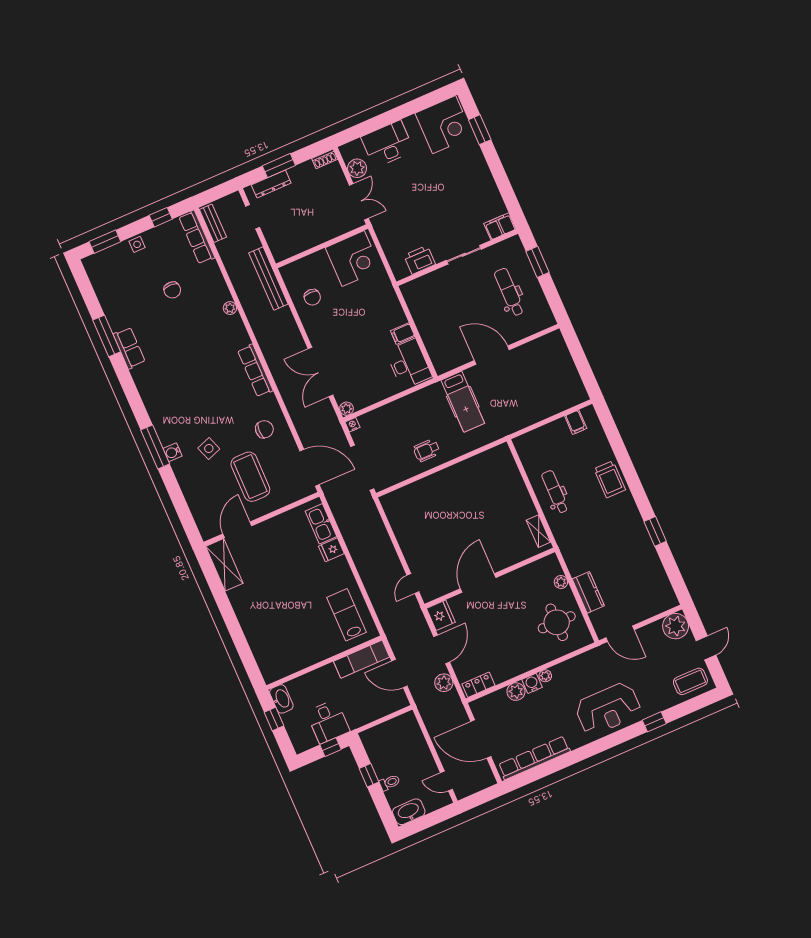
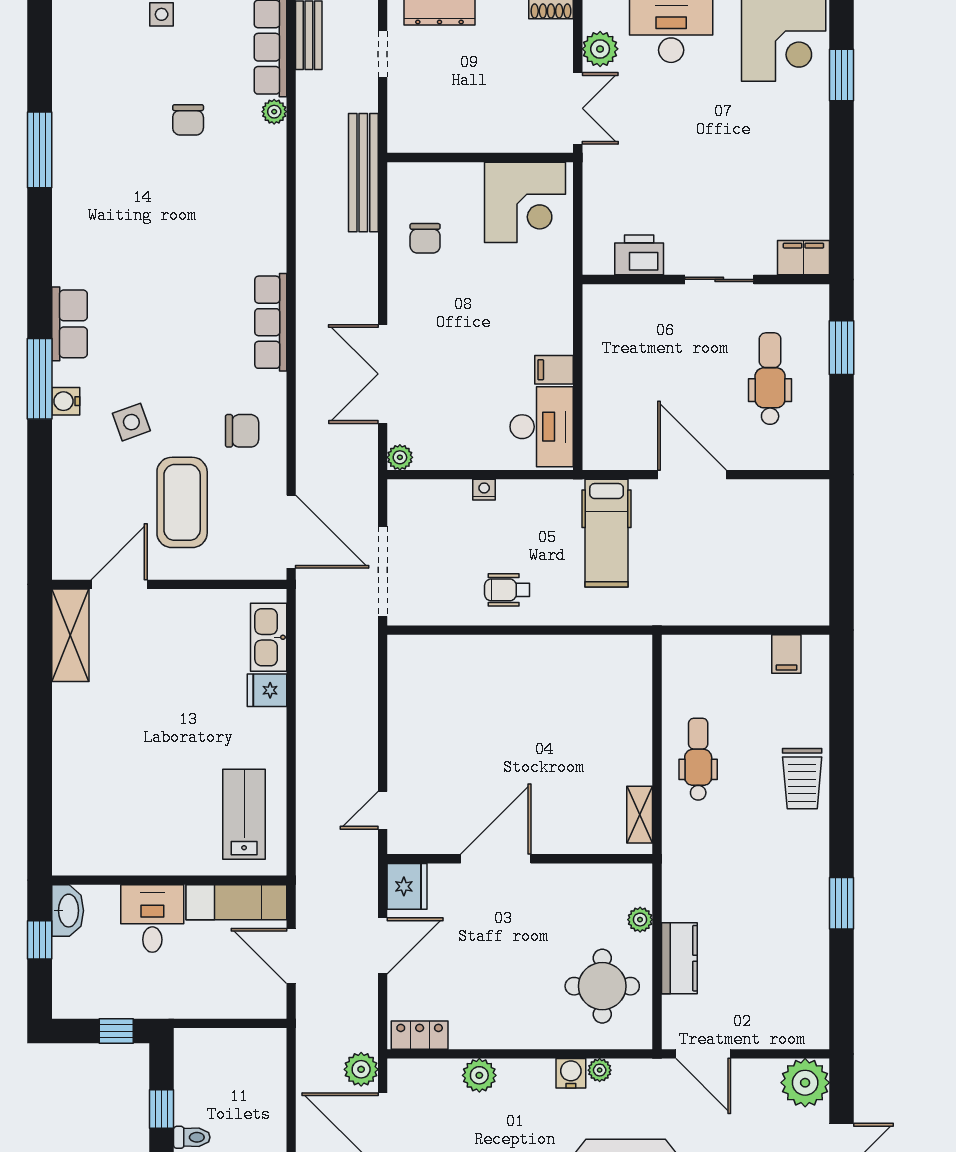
plant: (230, 308) -> (274, 112), moved
row of seats: (129, 348) -> (69, 324), moved
nightstand: (353, 425) -> (484, 490), moved
plant: (545, 676) -> (600, 1070), moved
plant: (444, 683) -> (361, 1069), moved
water cooler: (532, 683) -> (571, 1073), moved
desk: (328, 722) -> (152, 919), moved, turned 180

